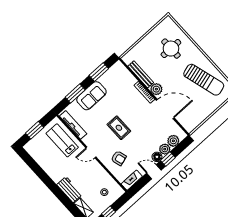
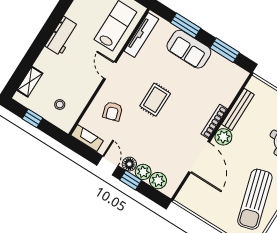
workbench: (69, 190) -> (62, 36), moved

